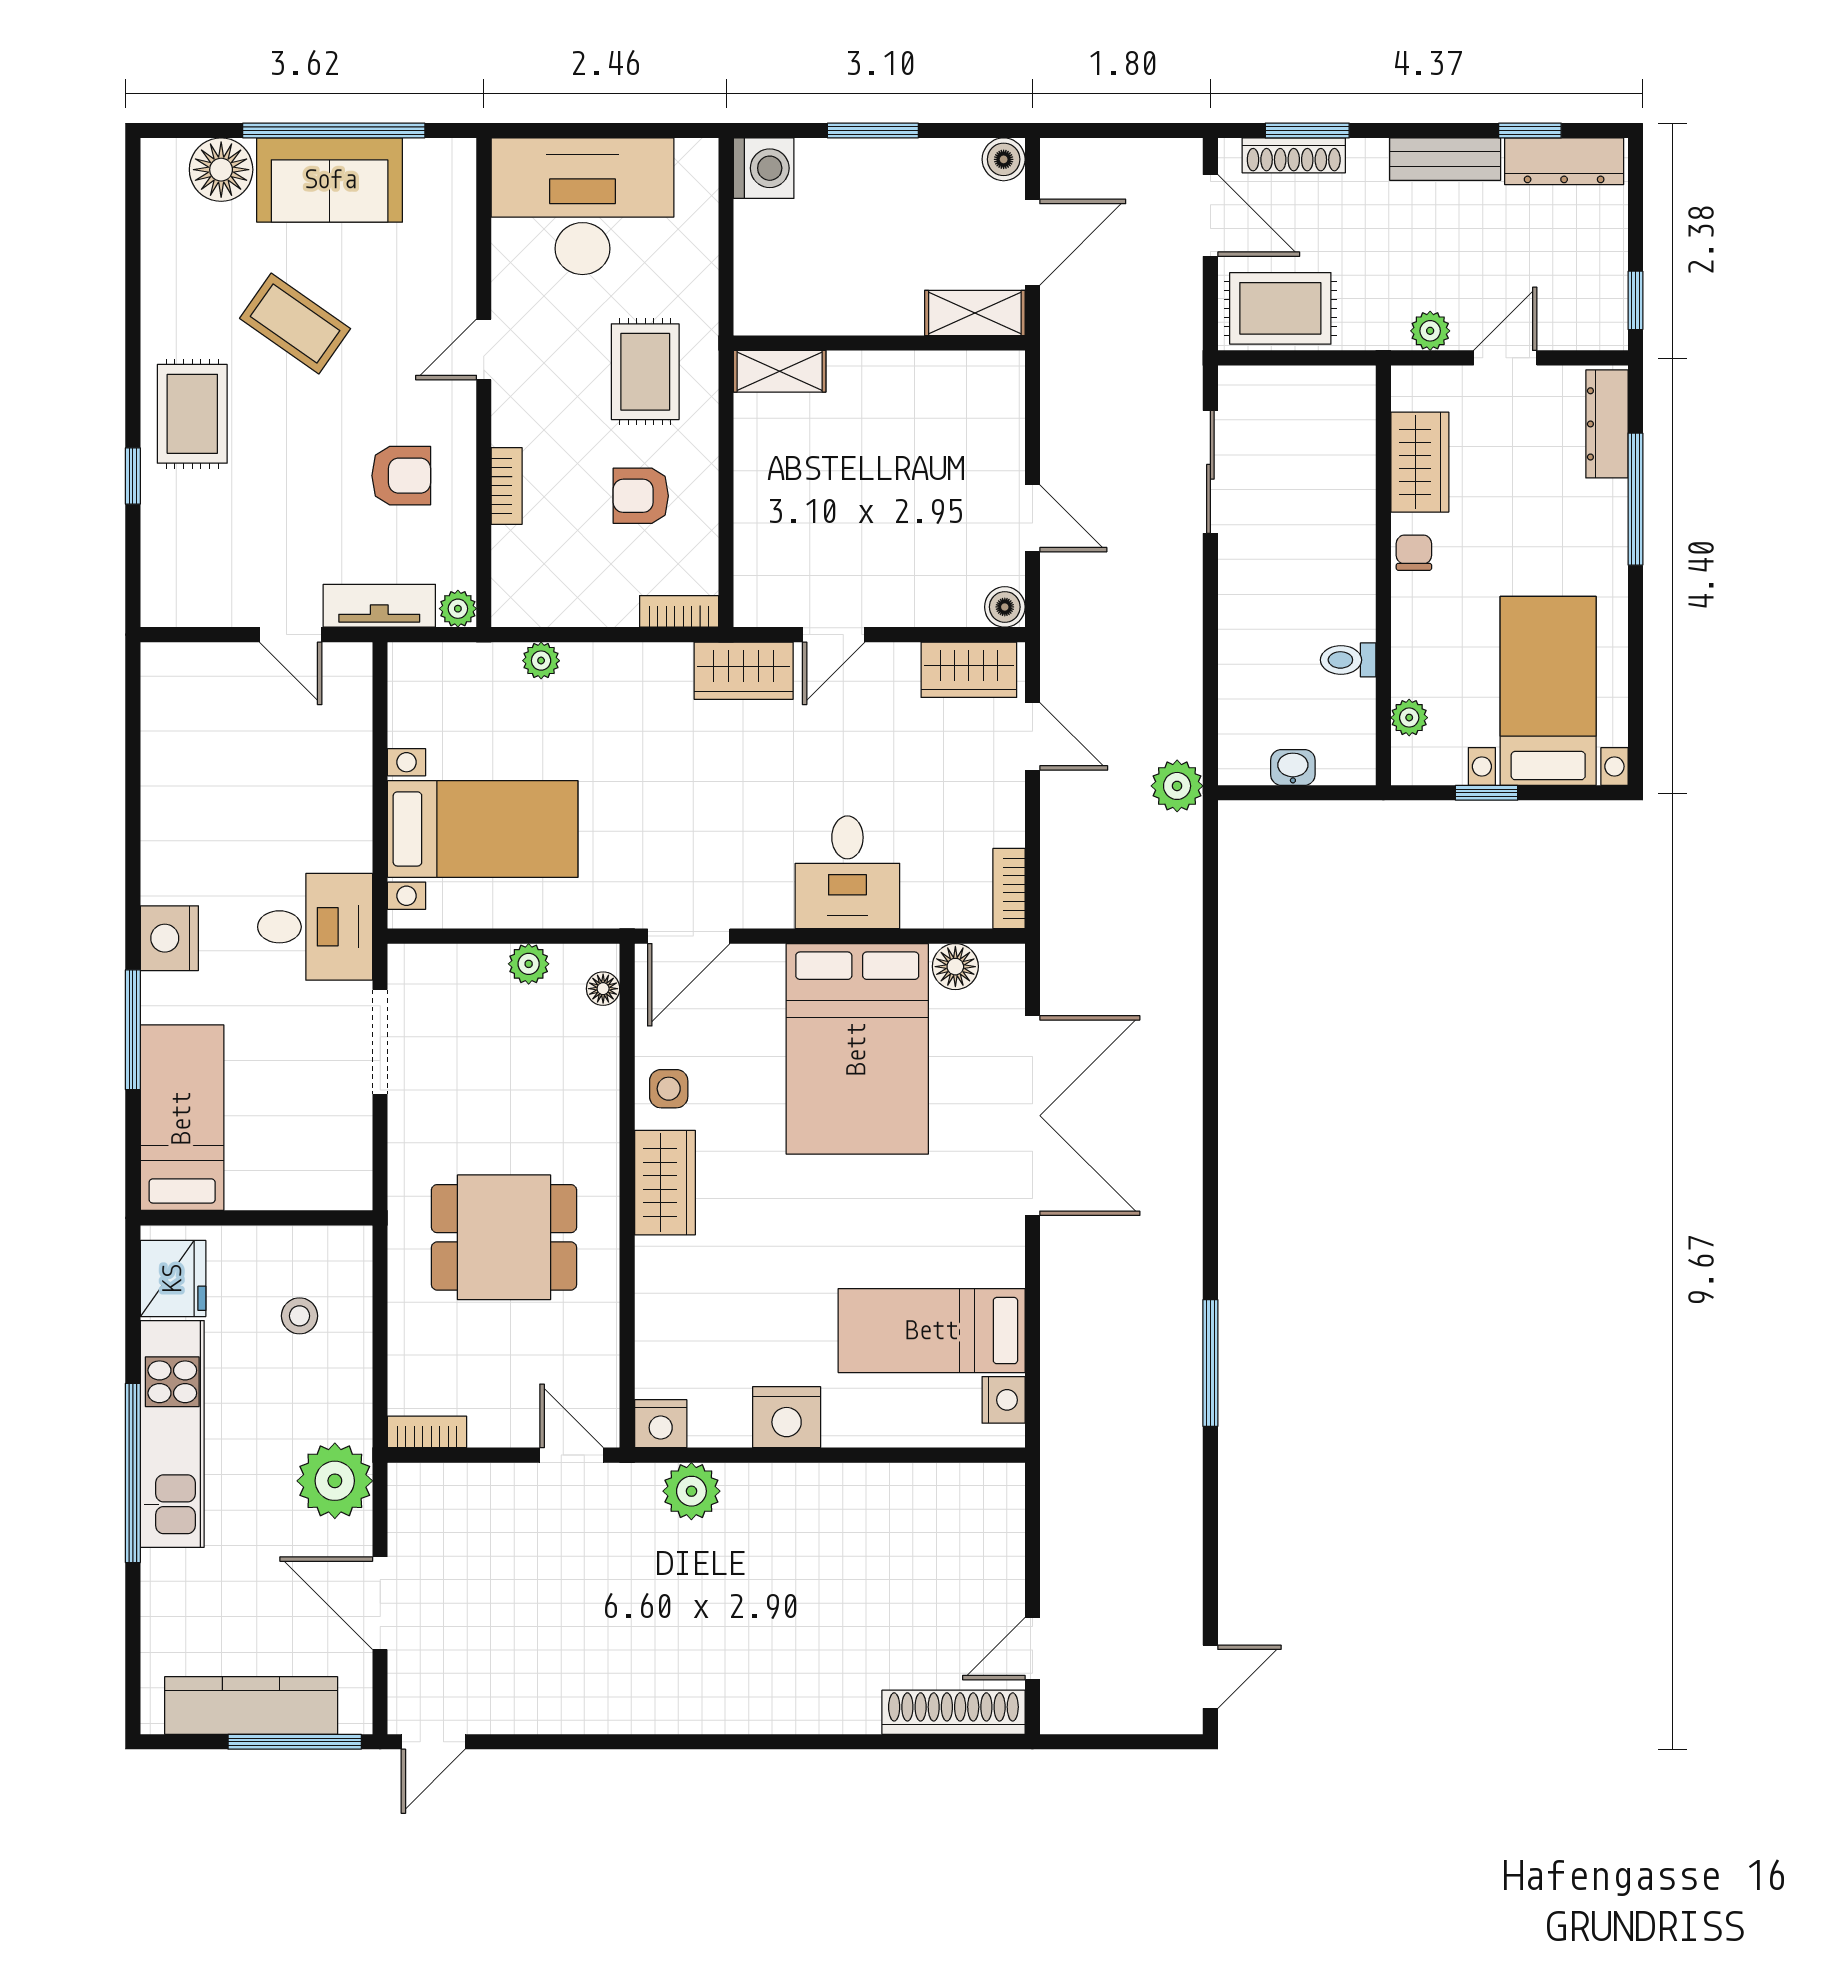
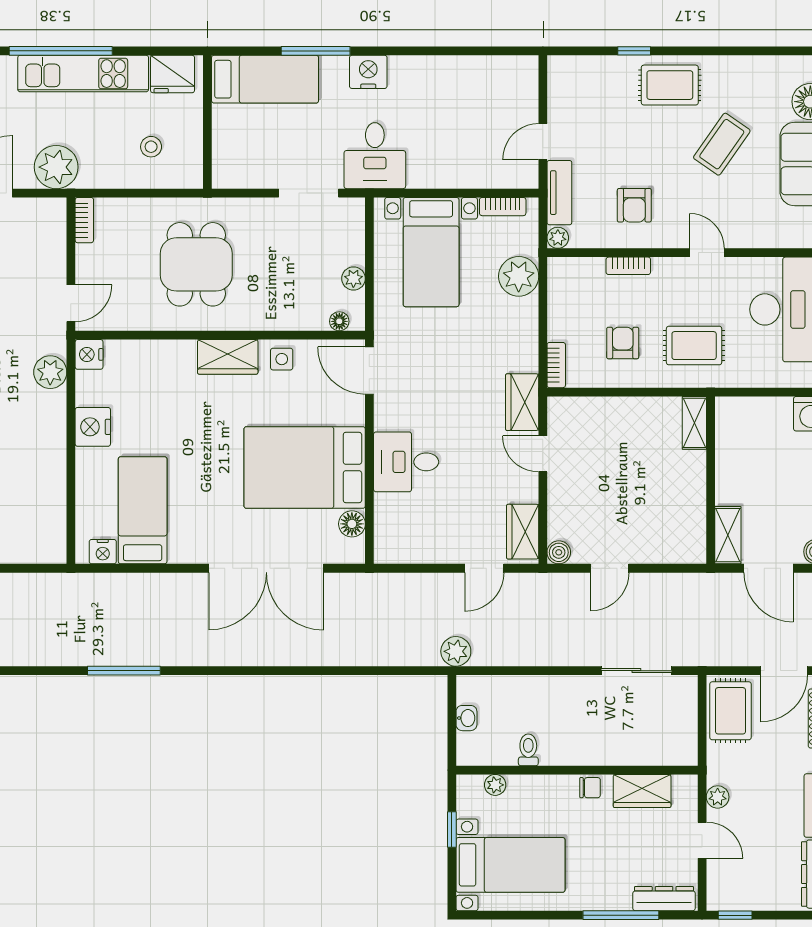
plant: (541, 661) -> (519, 276), width x1.88, depth x1.88
bookcase: (1009, 889) -> (503, 207), moved, turned 180

